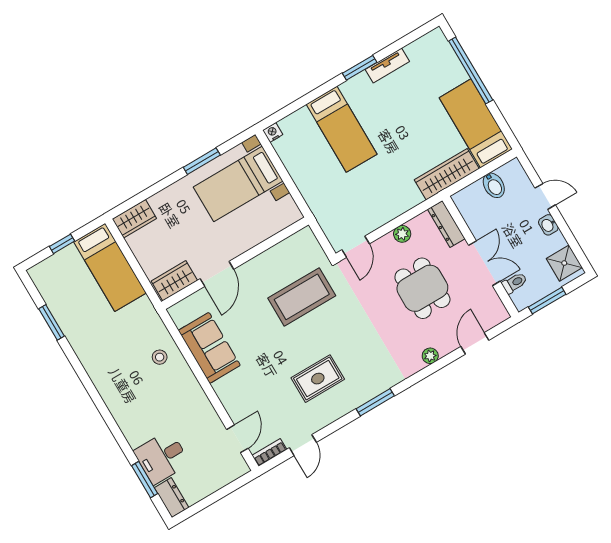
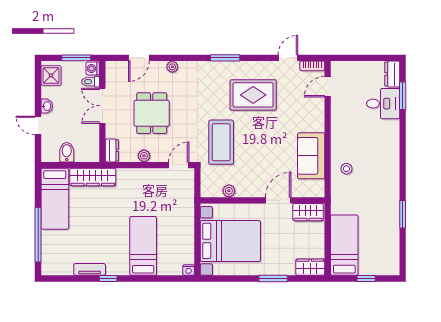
window: (360, 68) -> (108, 279), width x0.67
window: (202, 161) -> (273, 279), moved
bed with nightstands: (238, 184) -> (230, 241), width x1.36
dresser: (446, 224) -> (112, 150), width x0.70
plant: (280, 251) -> (229, 191), added
coffee table: (302, 297) -> (221, 142), moved, turned 90
washing machine: (521, 300) -> (93, 68), added
window: (52, 322) -> (403, 214), moved
rug: (318, 379) -> (253, 95), width x1.36, depth x1.43

